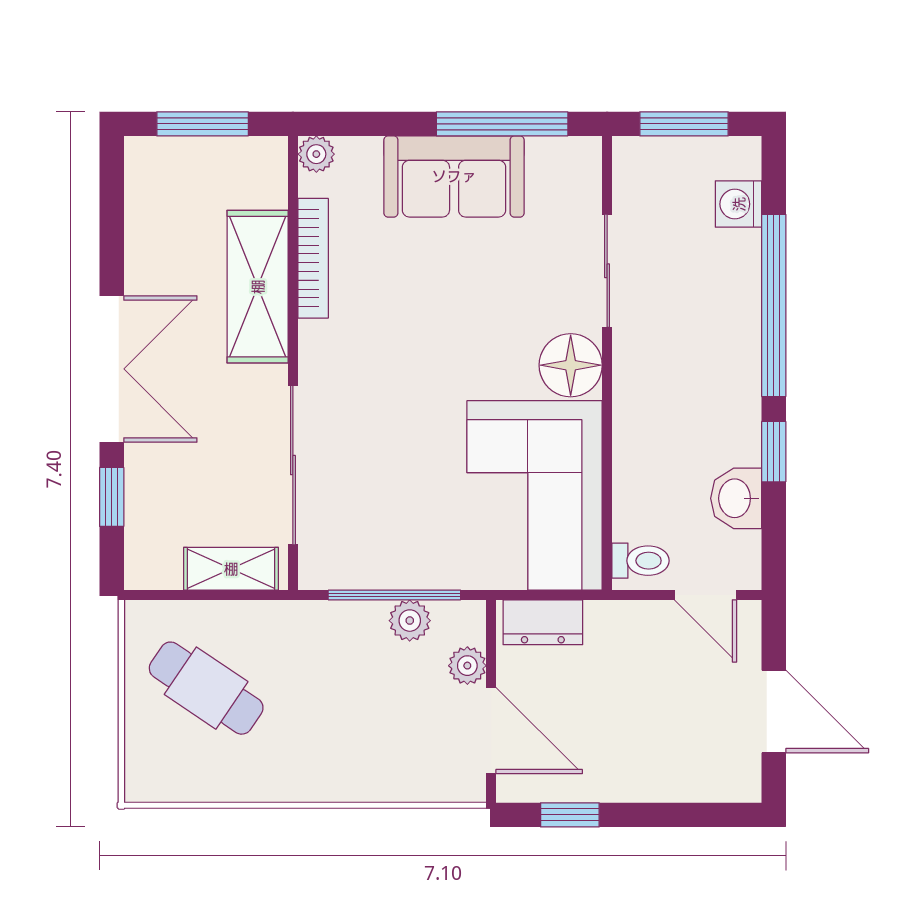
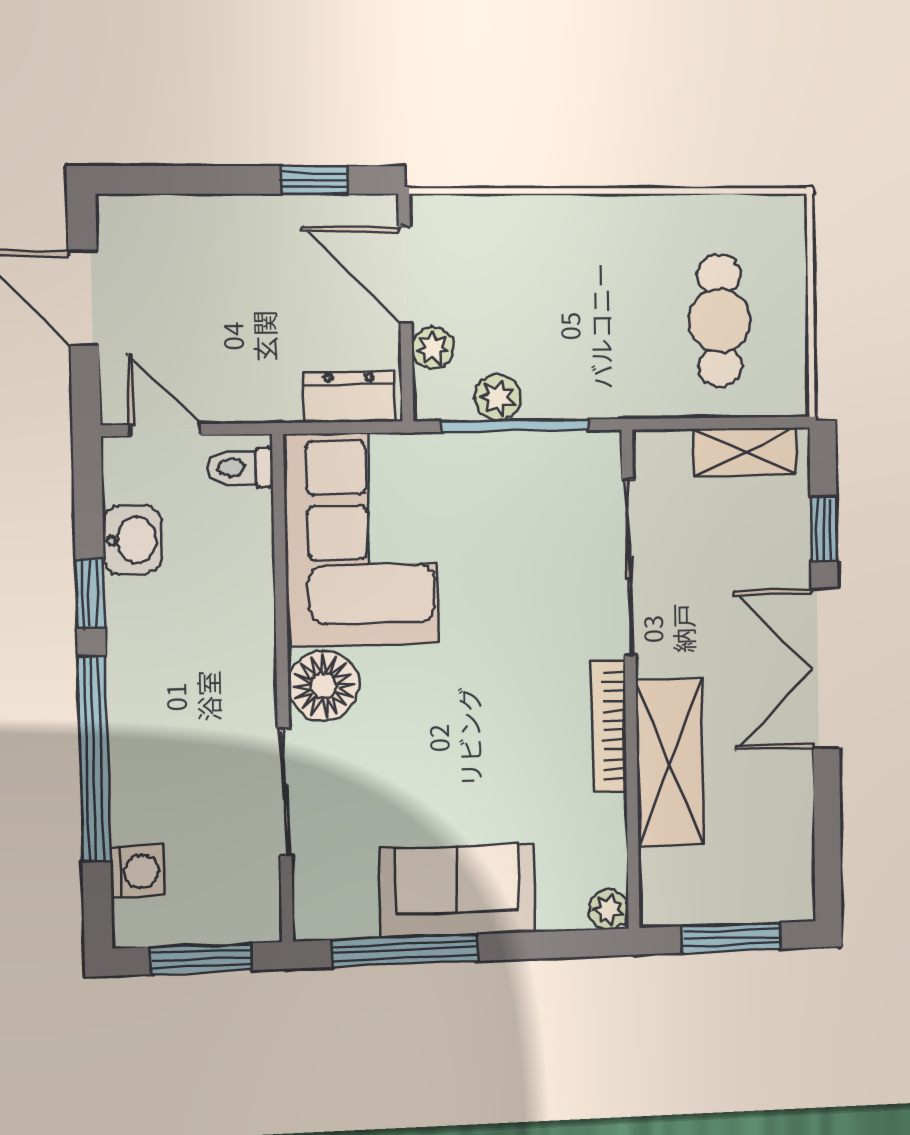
bookcase: (313, 258) -> (609, 726), moved
shelving: (231, 569) -> (745, 452), moved
cafe table: (206, 688) -> (720, 321), turned 56

